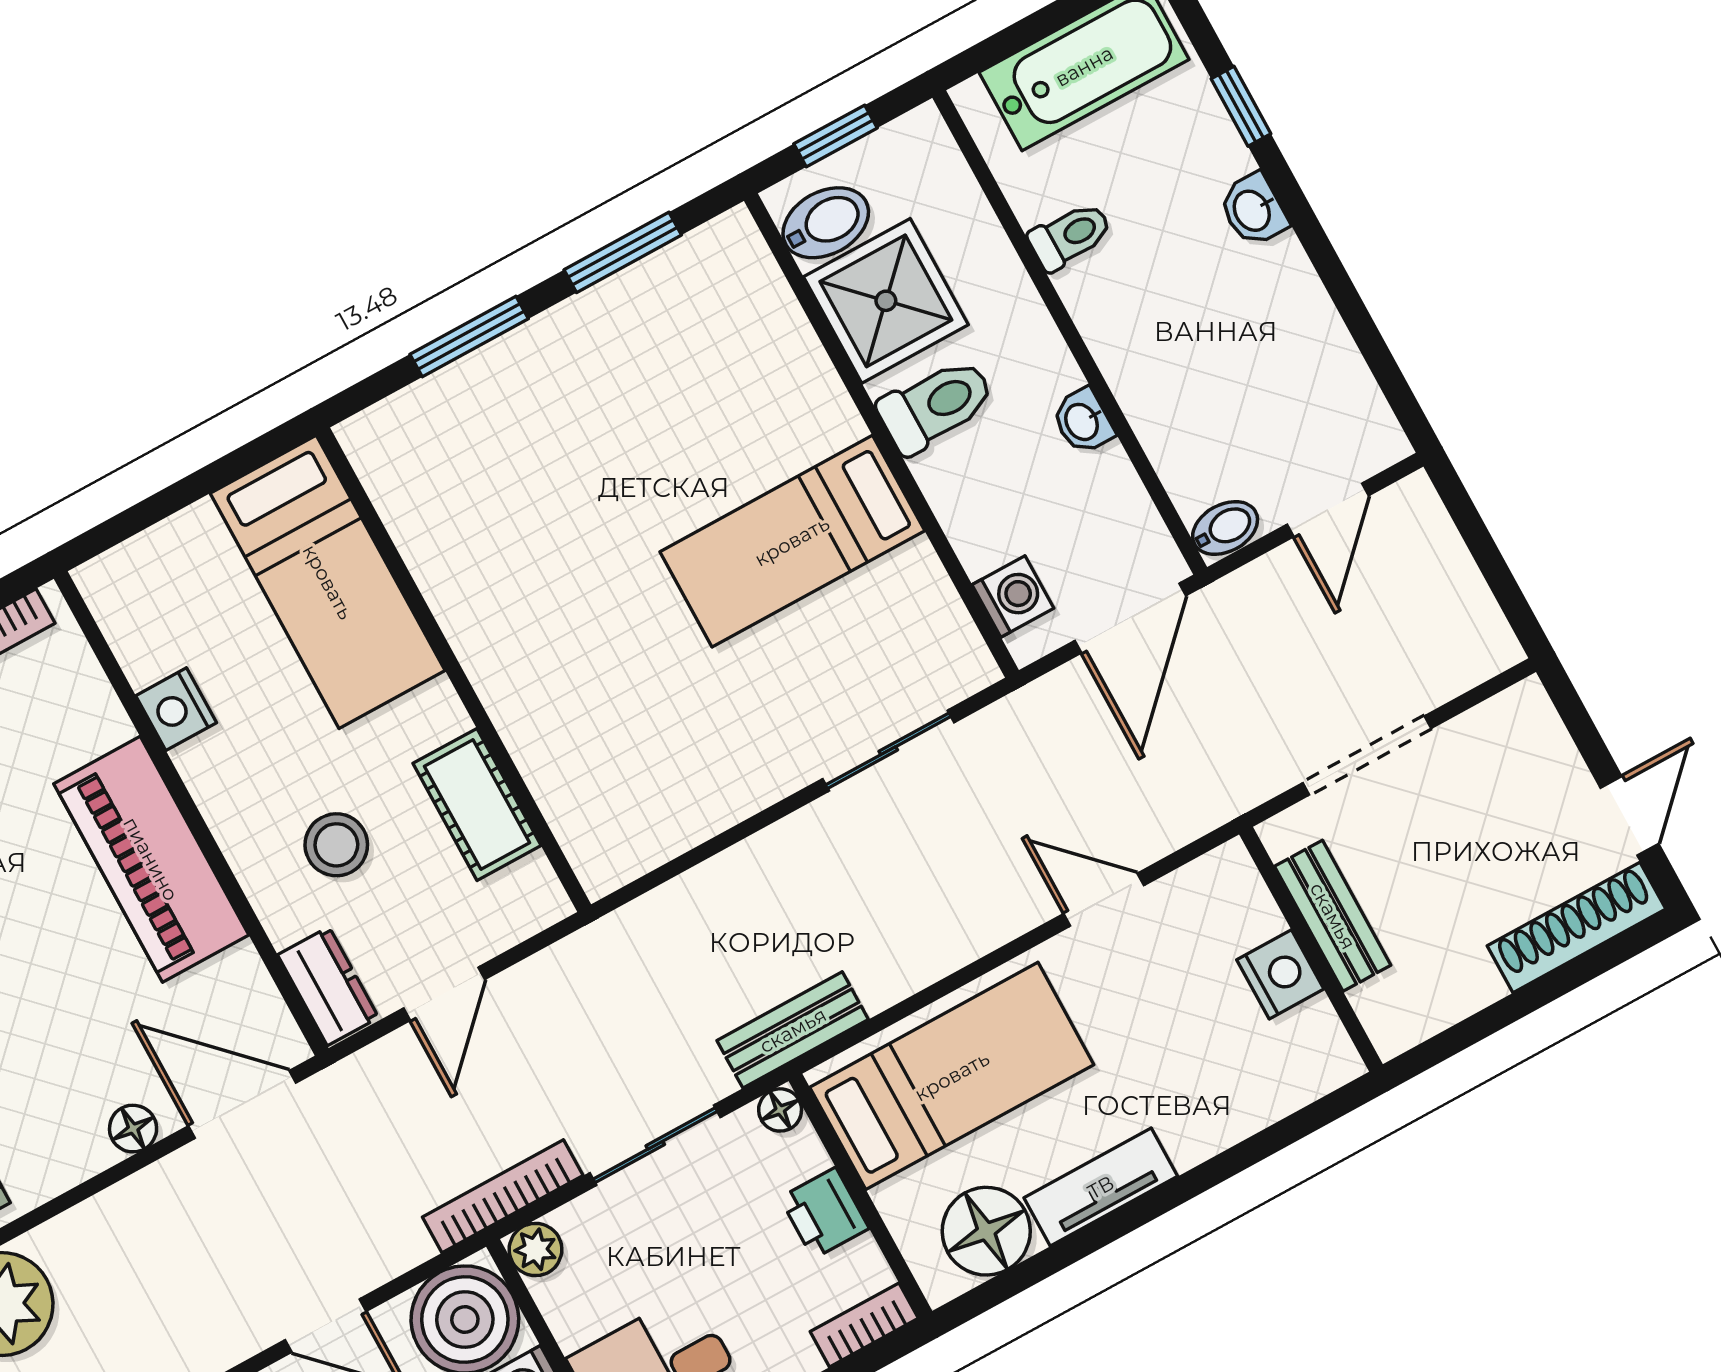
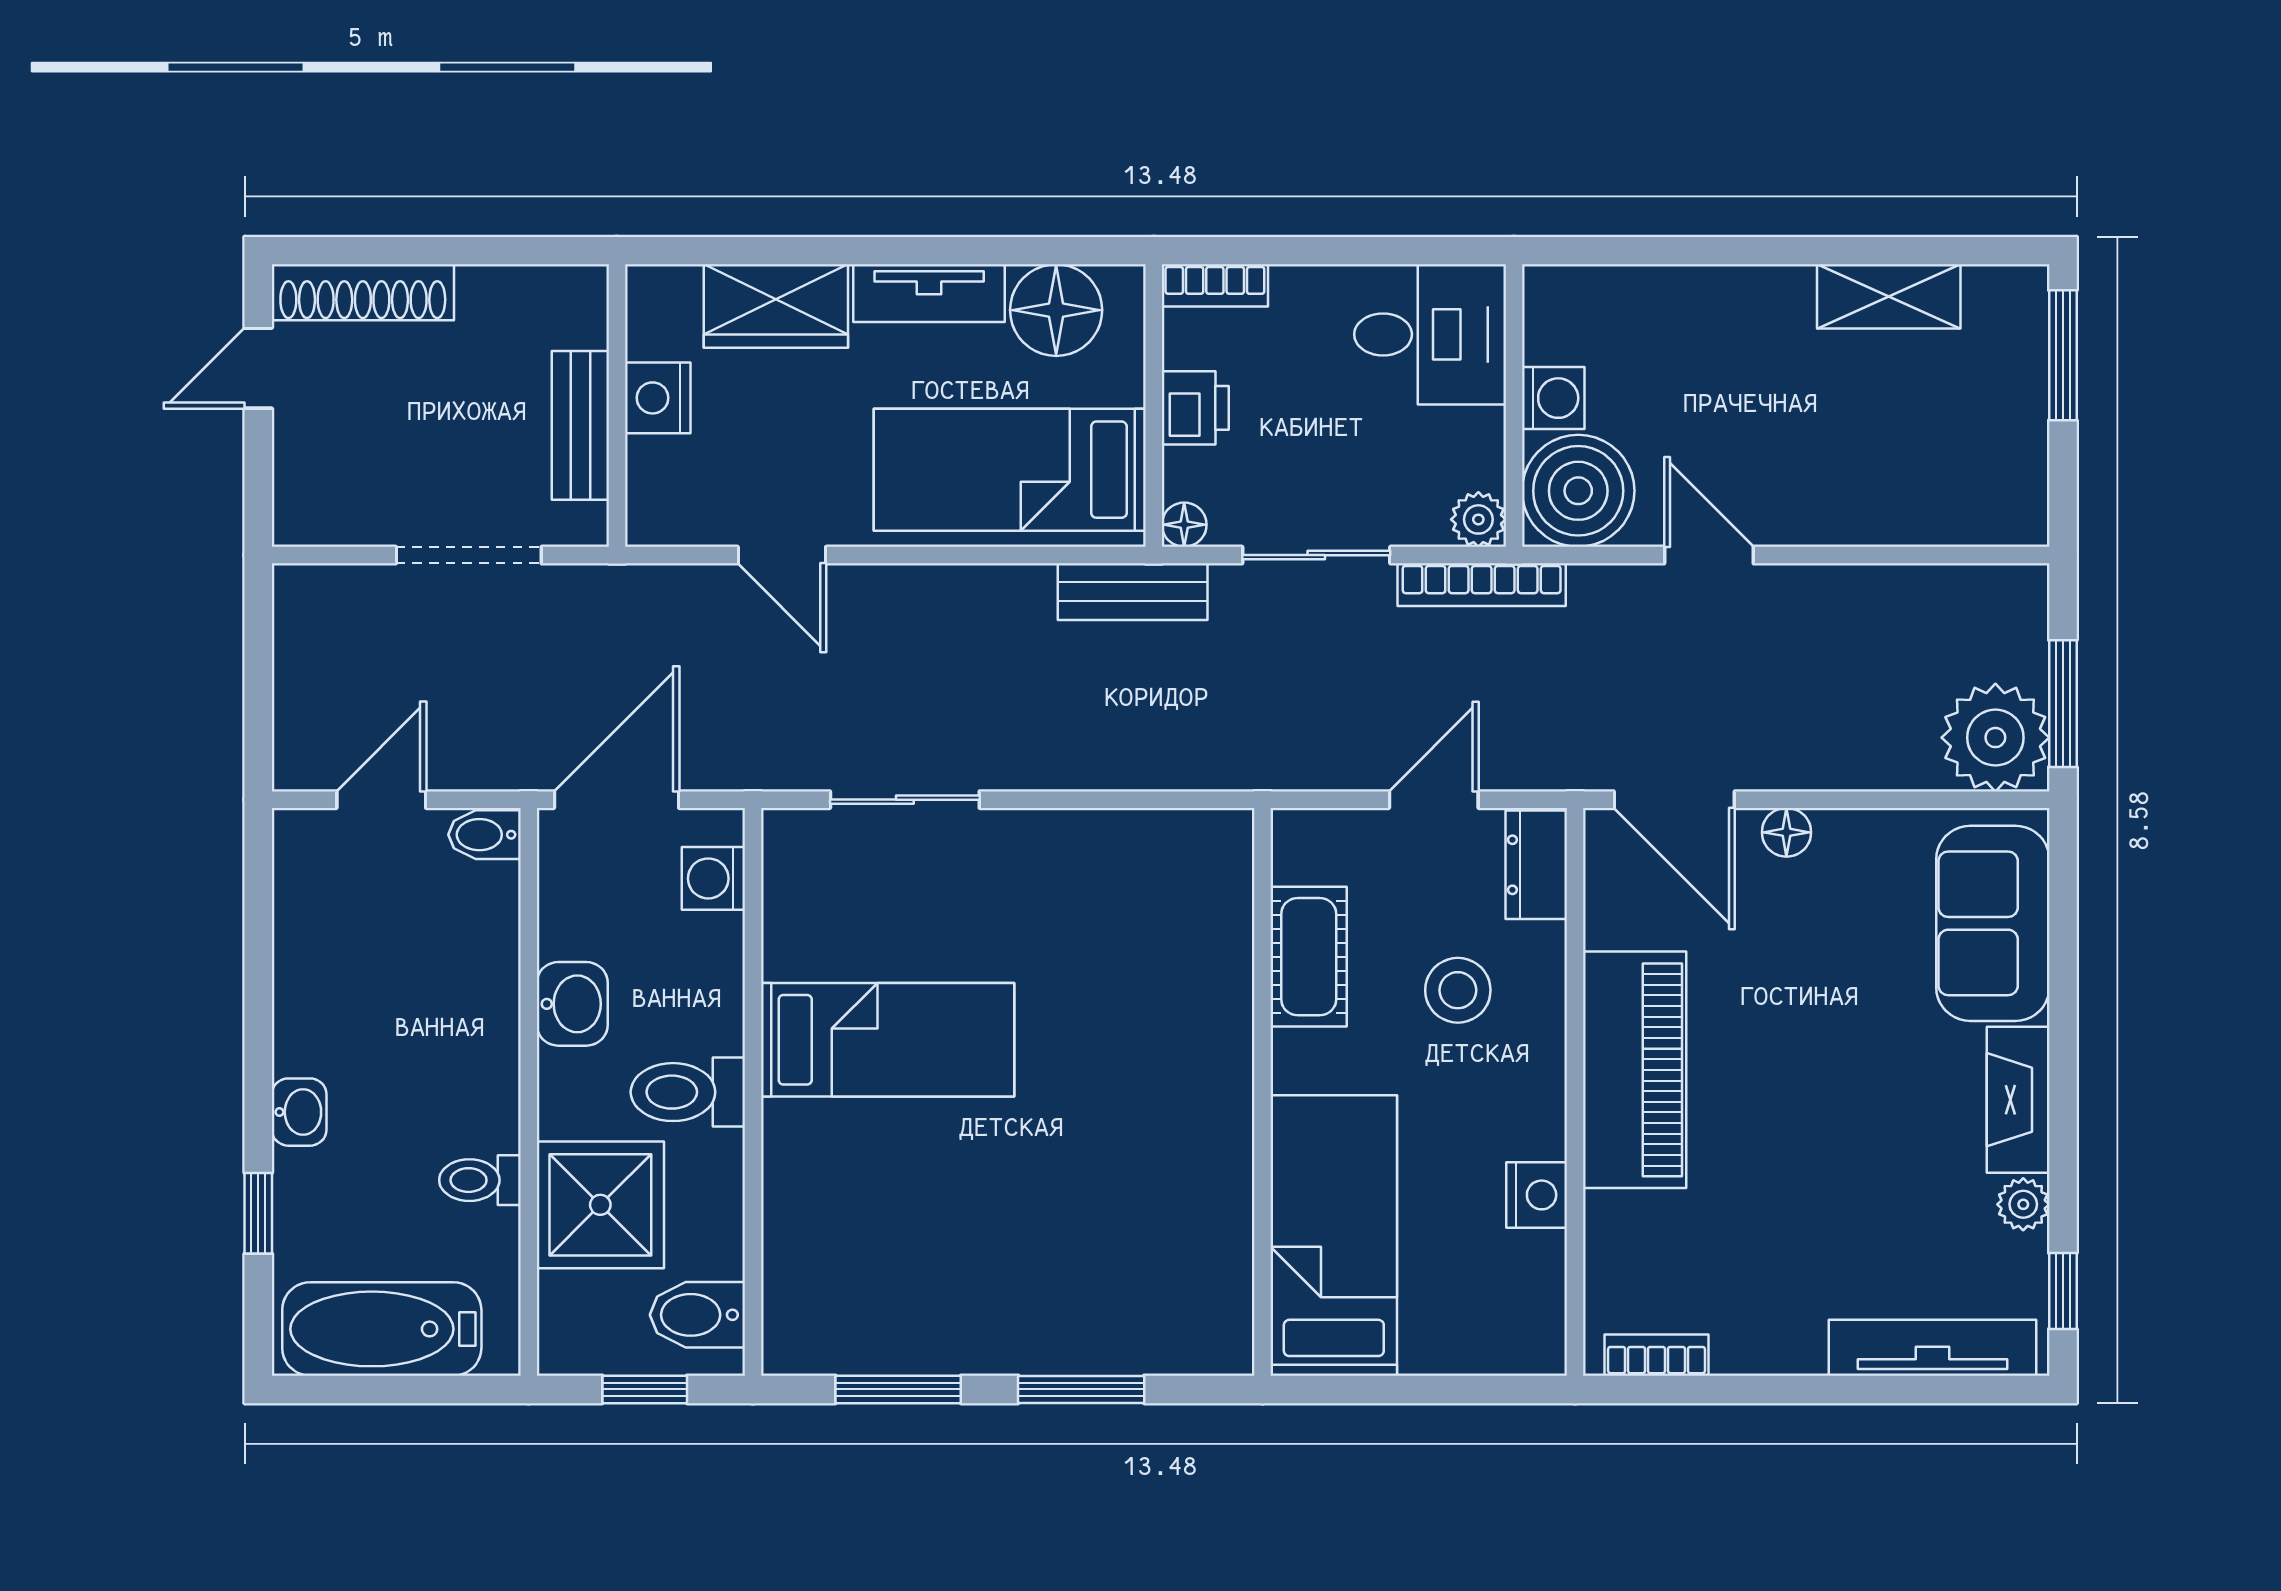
shower: (886, 301) -> (600, 1205), moved
washbasin: (1083, 421) -> (572, 1004), width x1.38, depth x1.45
wardrobe: (1223, 1106) -> (776, 306), added

